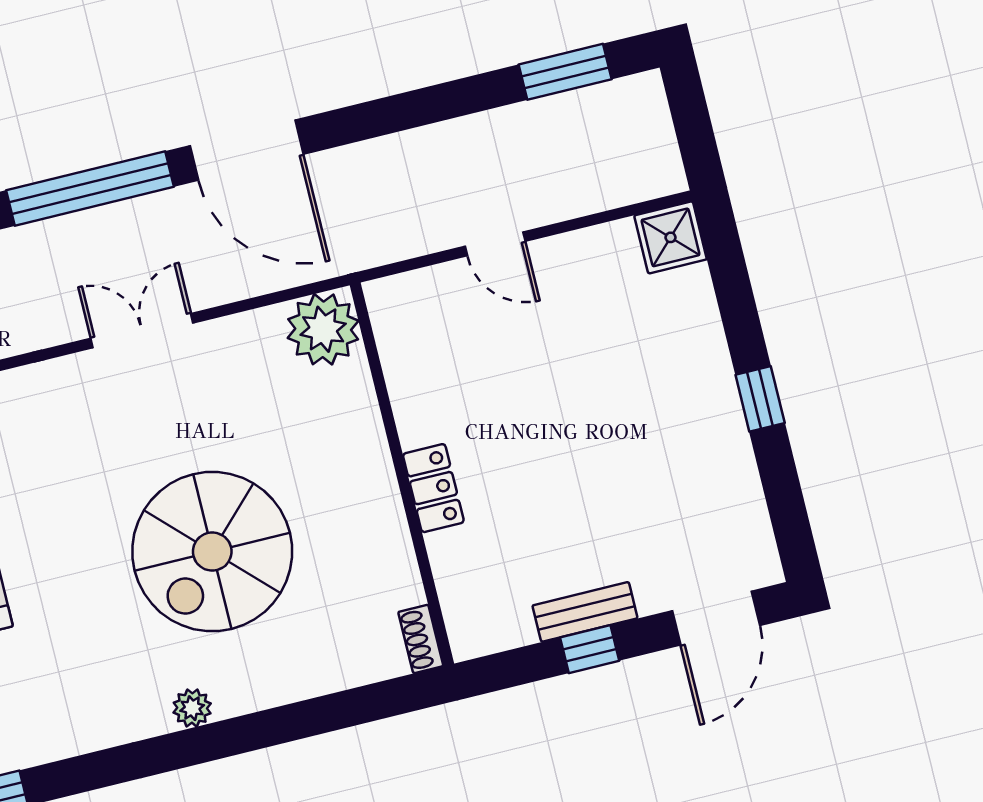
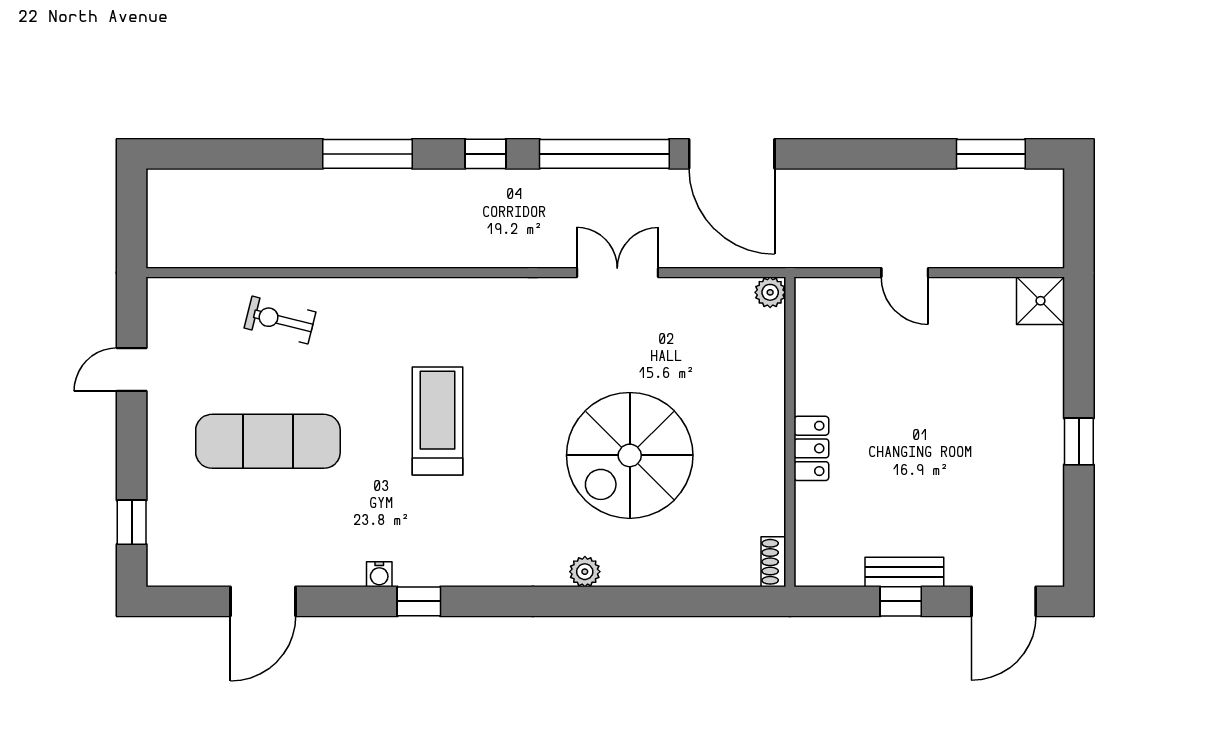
plant: (323, 329) -> (770, 292), width x0.53, depth x0.53

